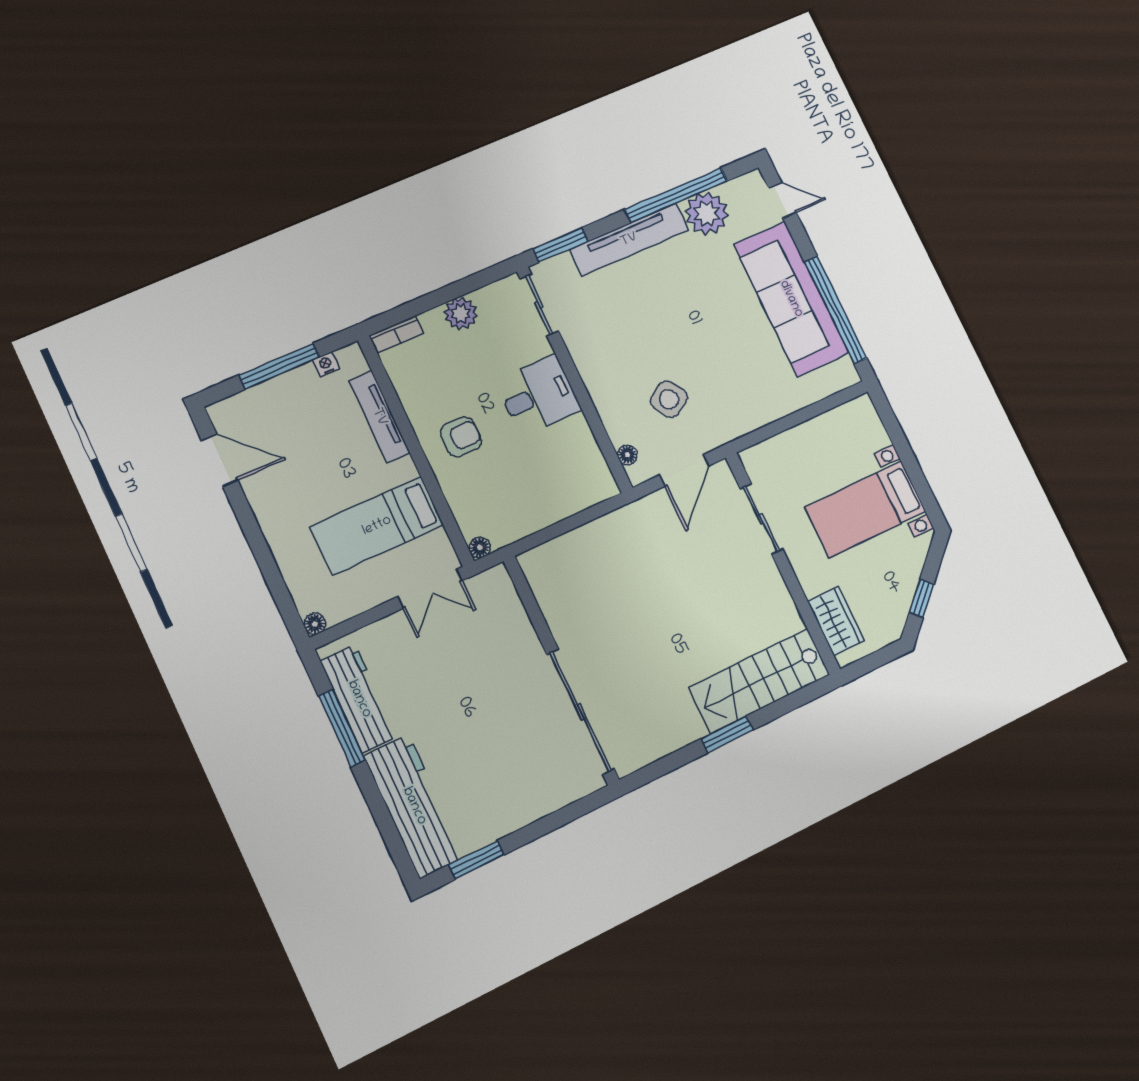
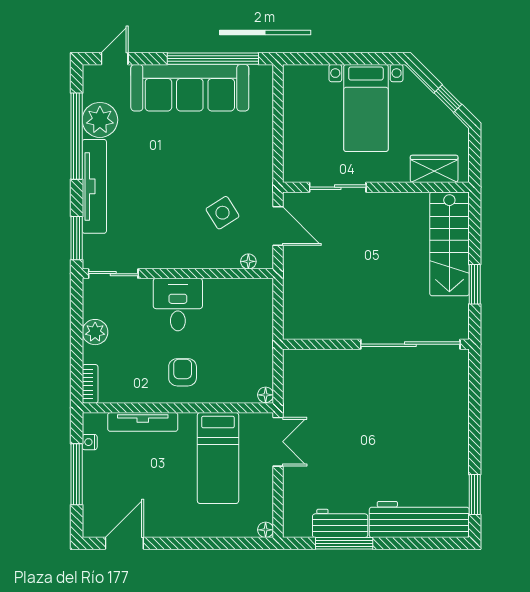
wall: (561, 670) -> (376, 344), moved
workbench: (359, 699) -> (340, 523), width x0.73
sliding door: (581, 712) -> (410, 344), moved

